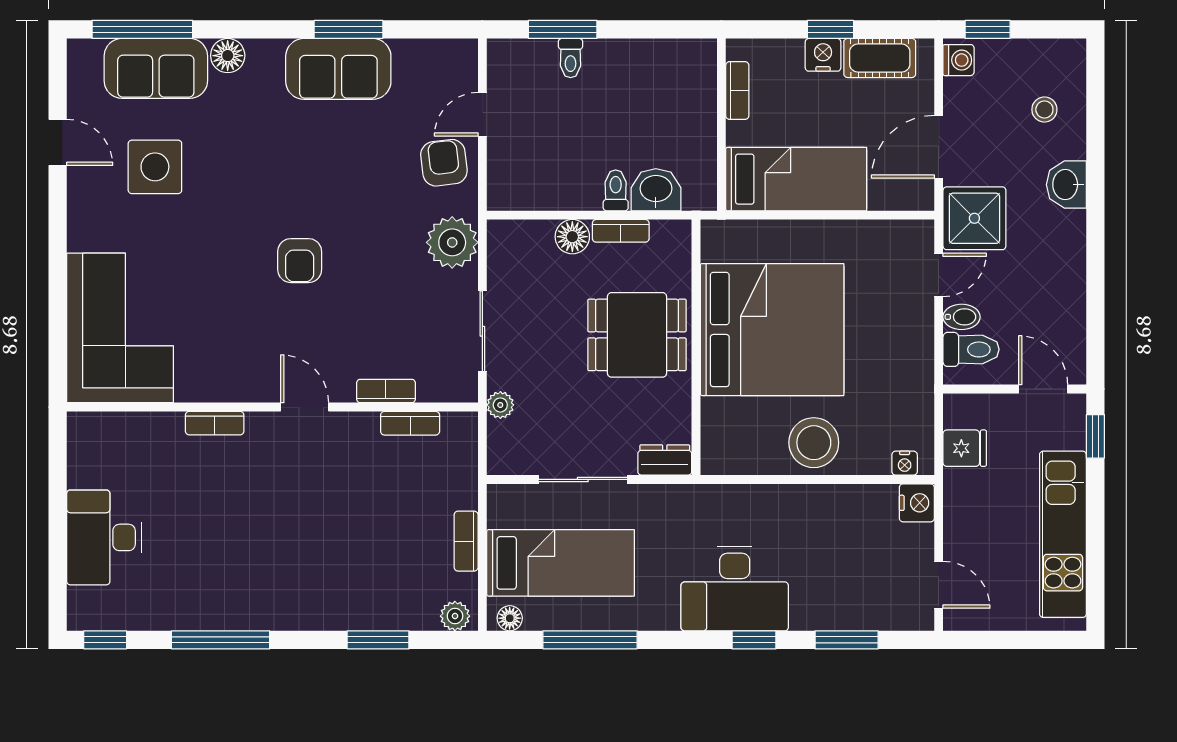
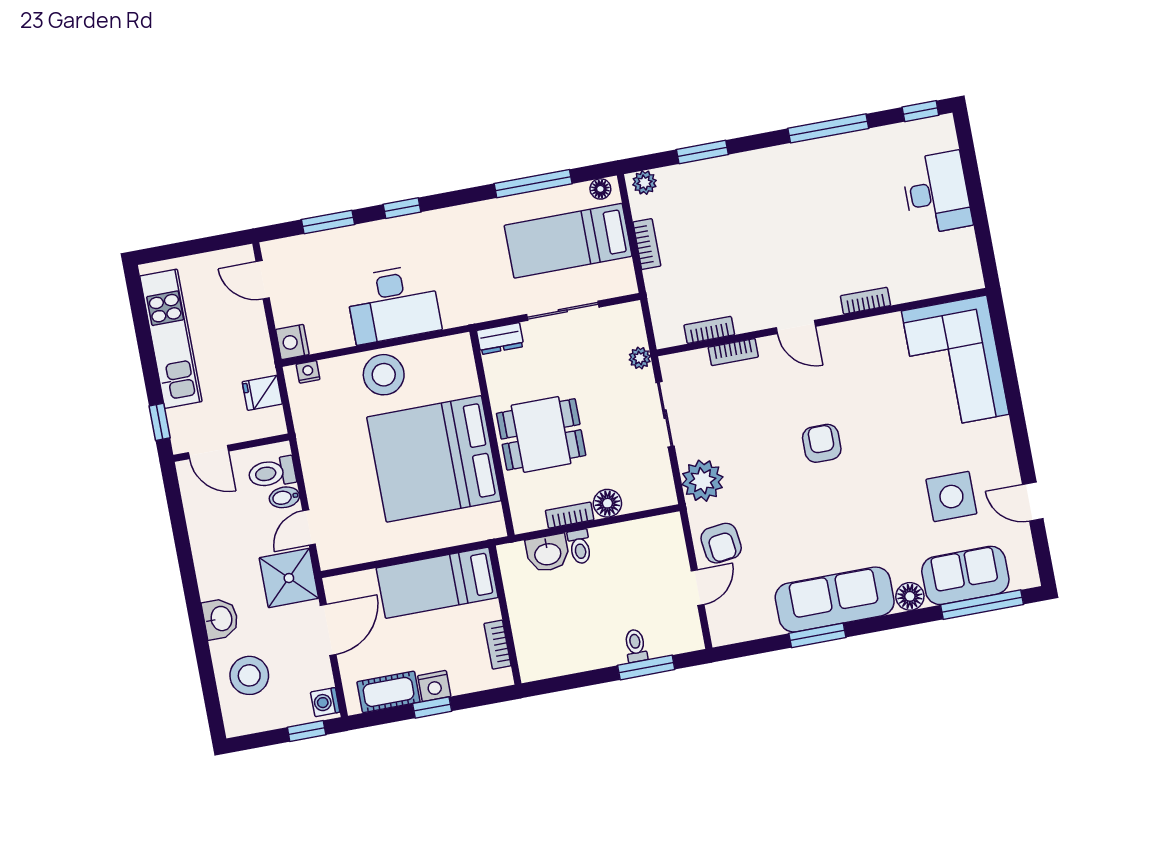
sofa: (338, 69) -> (835, 599), width x1.36
stool: (1044, 110) -> (249, 675), width x1.89, depth x1.89
desk: (735, 589) -> (393, 304), moved, turned 180

